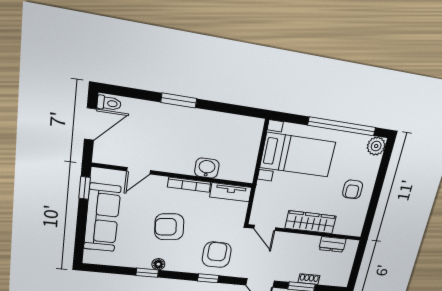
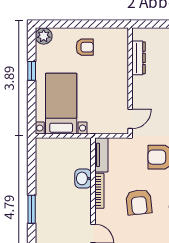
window: (342, 126) -> (32, 71), width x0.32
wardrobe: (311, 222) -> (120, 78), removed
dresser: (332, 244) -> (139, 58), width x1.44

